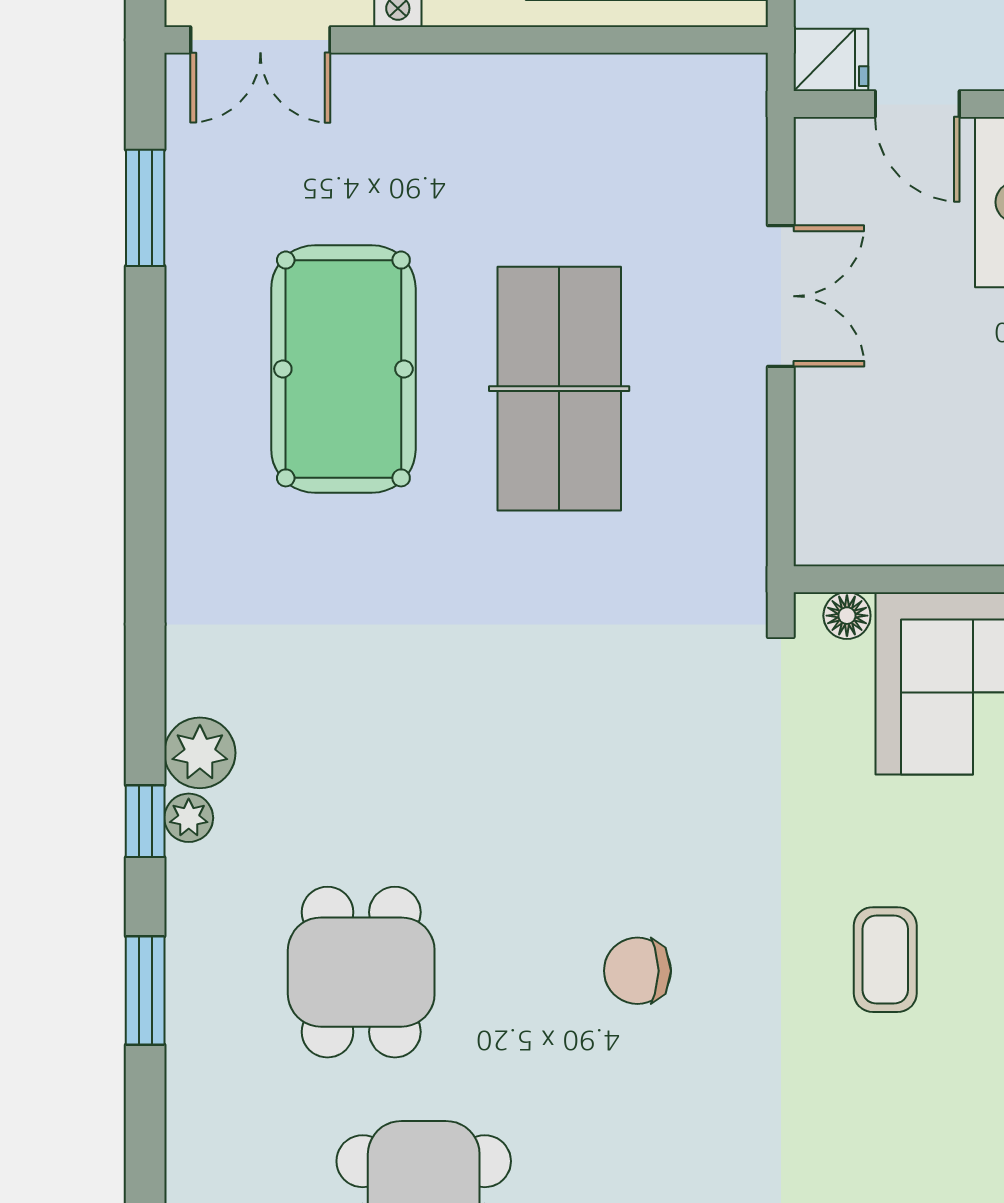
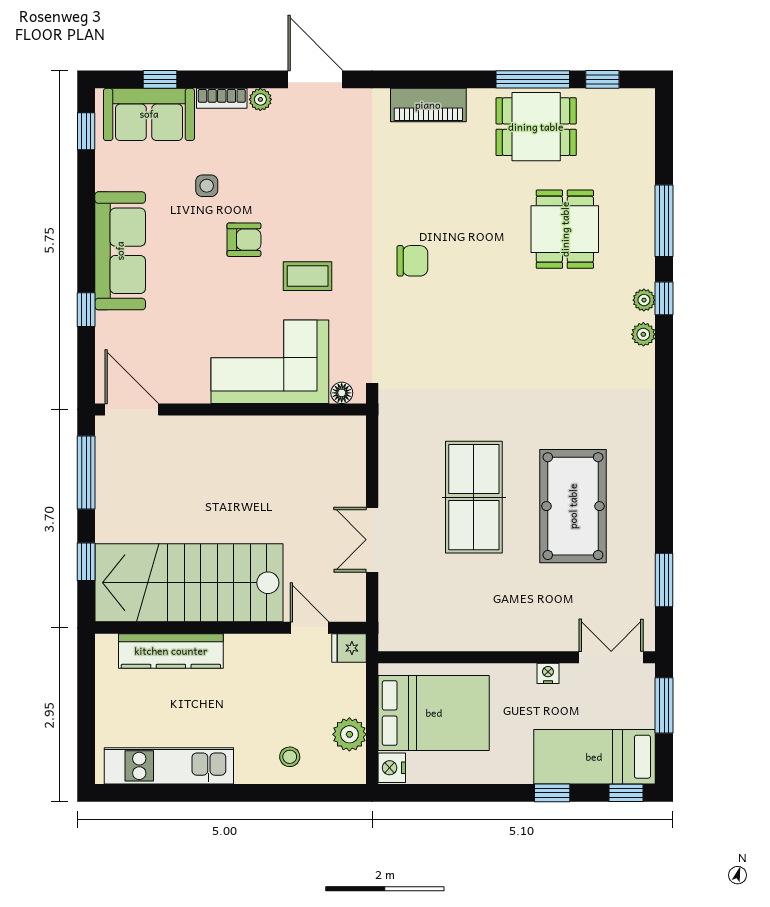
plant: (200, 753) -> (643, 334), width x0.73, depth x0.73
coffee table: (885, 960) -> (308, 276), moved, turned 90
chair: (637, 971) -> (412, 261), moved
window: (145, 990) -> (664, 221), width x1.44

